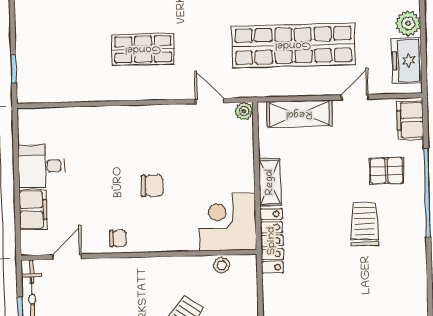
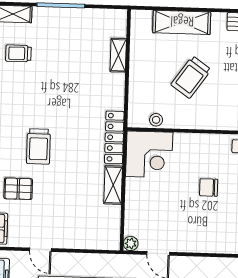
door: (355, 97) -> (40, 250), hinge flipped
shelving: (299, 114) -> (86, 239), removed

